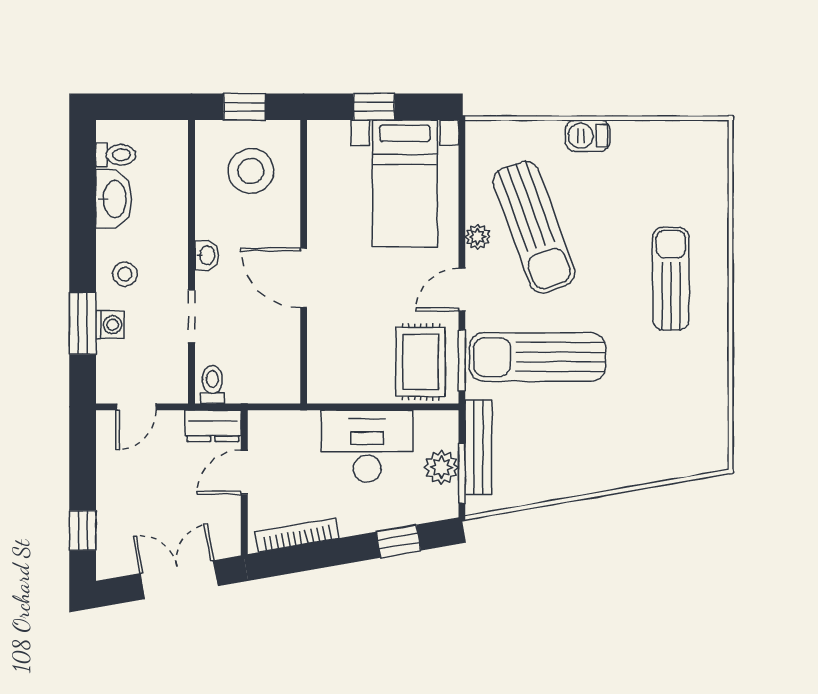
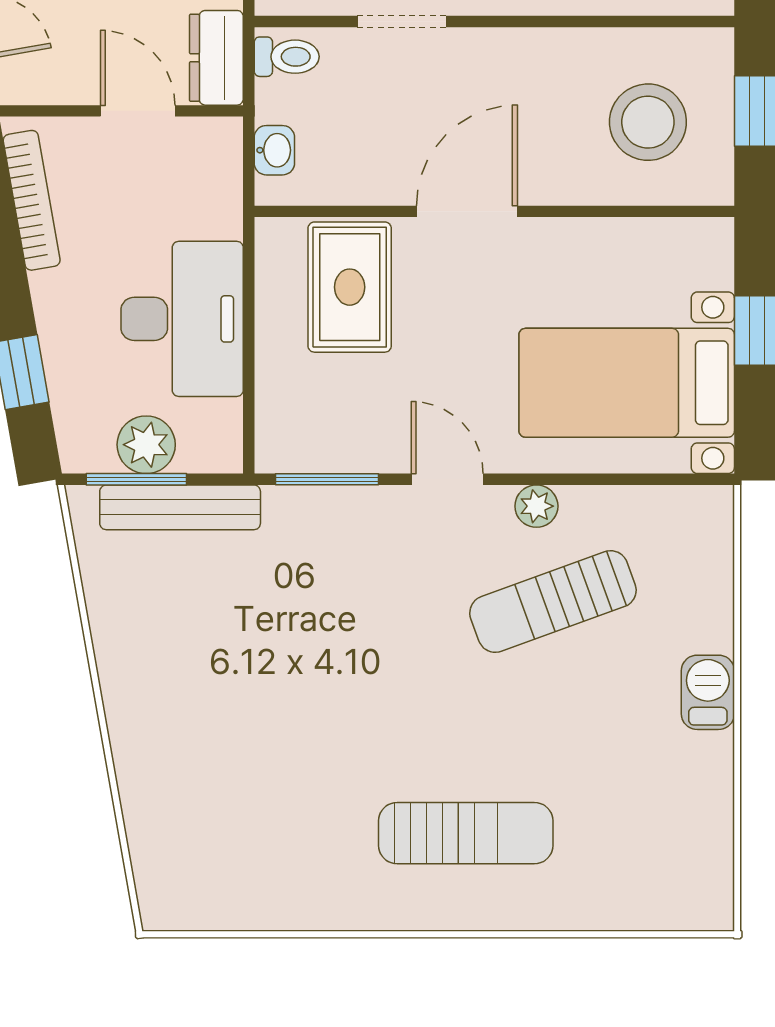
sun lounger: (534, 227) -> (553, 602), width x0.73, depth x0.75
washbasin: (207, 255) -> (274, 150), moved, turned -90
sun lounger: (538, 357) -> (333, 608), removed
rug: (421, 362) -> (350, 287), moved, turned 90

